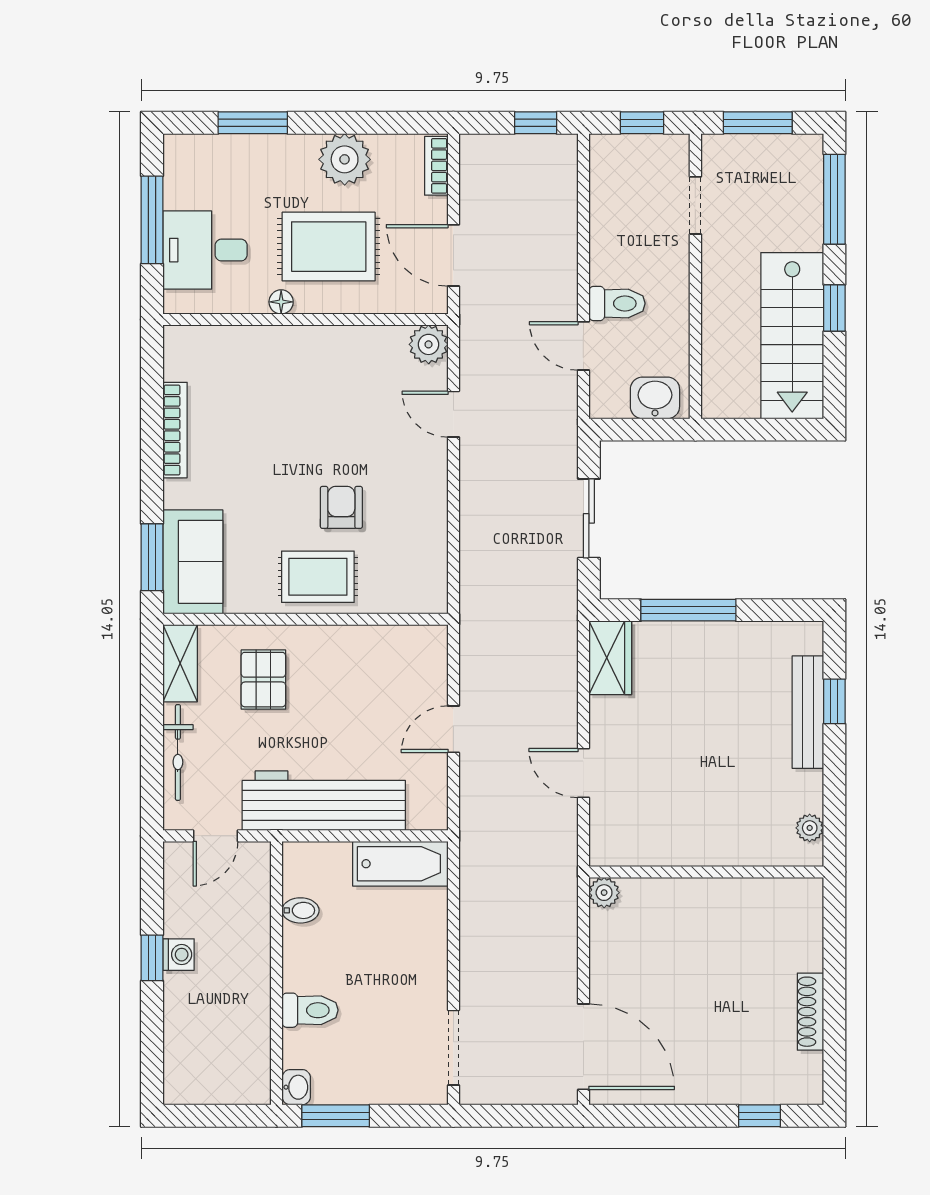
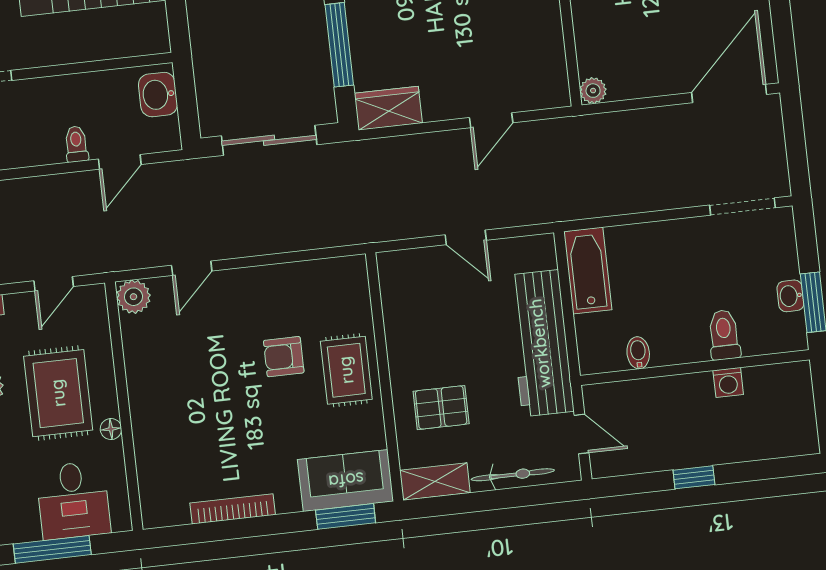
door: (453, 255) -> (54, 284), width x0.73
toilet: (617, 303) -> (76, 144), width x0.73, depth x0.72
sliding door: (589, 518) -> (269, 140), width x1.37
washing machine: (178, 955) -> (728, 382), moved, turned 180
washbasin: (296, 1087) -> (790, 296), moved, turned -90

